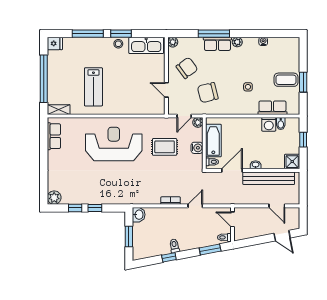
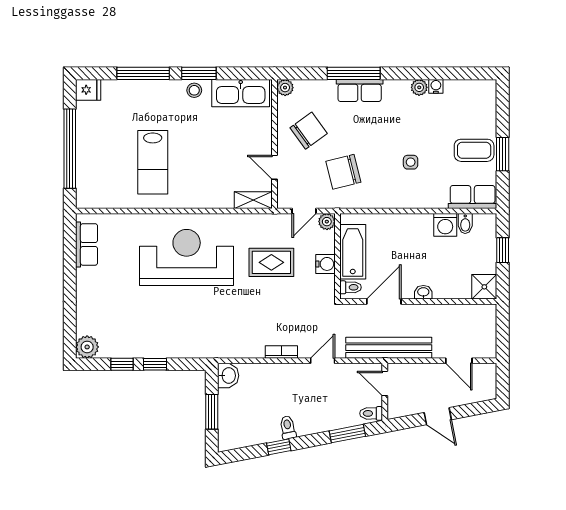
plant: (237, 42) -> (419, 87), moved
row of seats: (272, 108) -> (473, 197), moved
shelving: (59, 110) -> (253, 200), moved
bench: (269, 178) -> (389, 348), moved
door: (282, 236) -> (438, 416), moved

